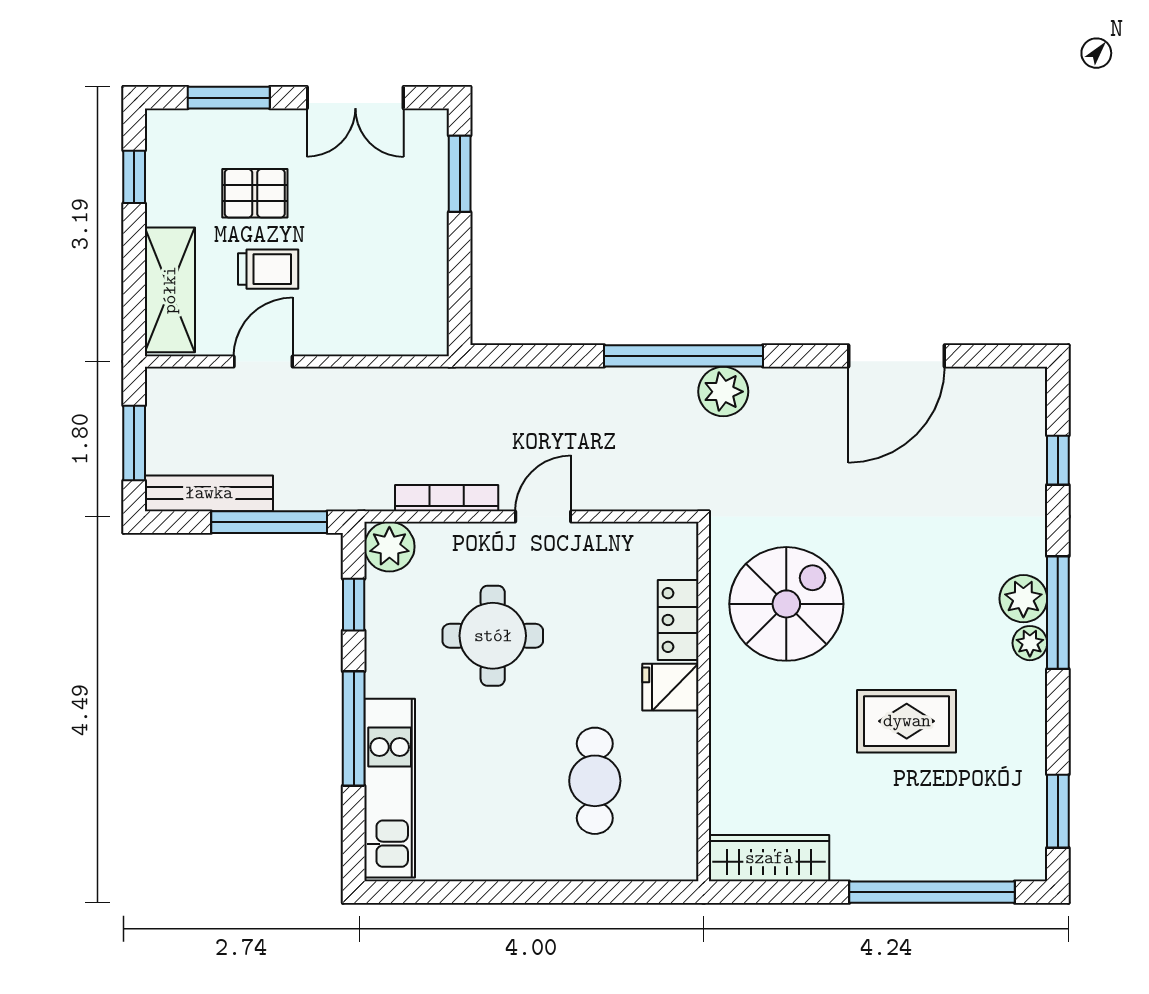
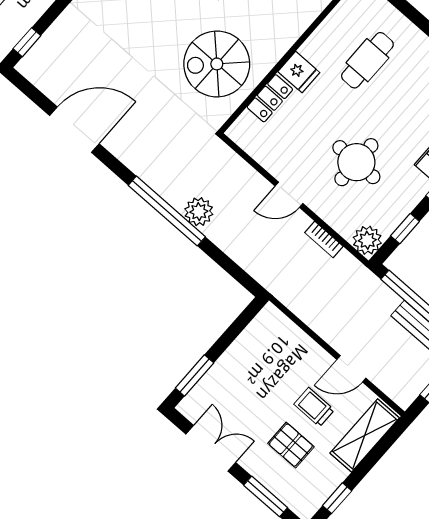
plant: (723, 392) -> (199, 212), moved
window: (1058, 460) -> (27, 42), moved
bookcase: (447, 498) -> (324, 239), width x0.64

